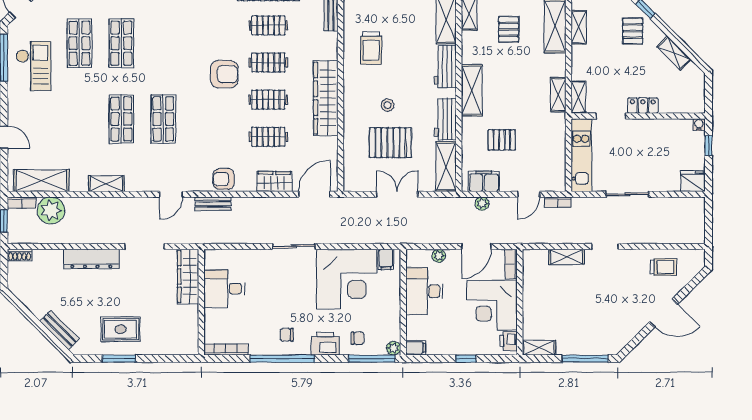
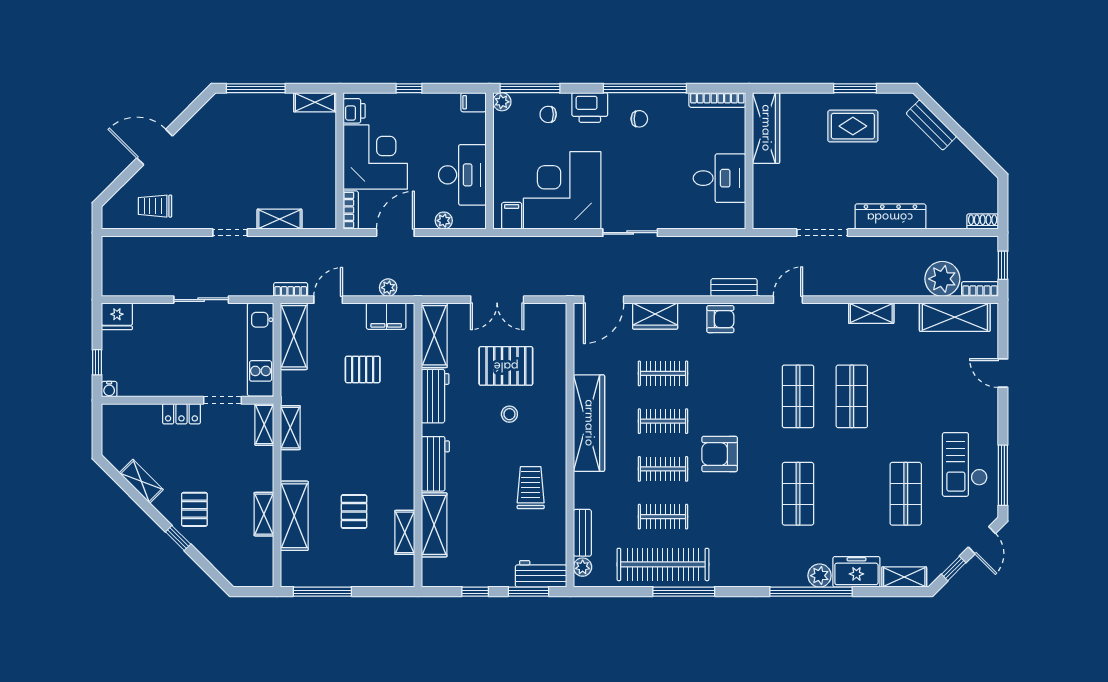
shop shelf: (121, 43) -> (798, 494), moved
shelving: (472, 90) -> (294, 336), moved
wardrobe: (188, 276) -> (766, 128), moved

